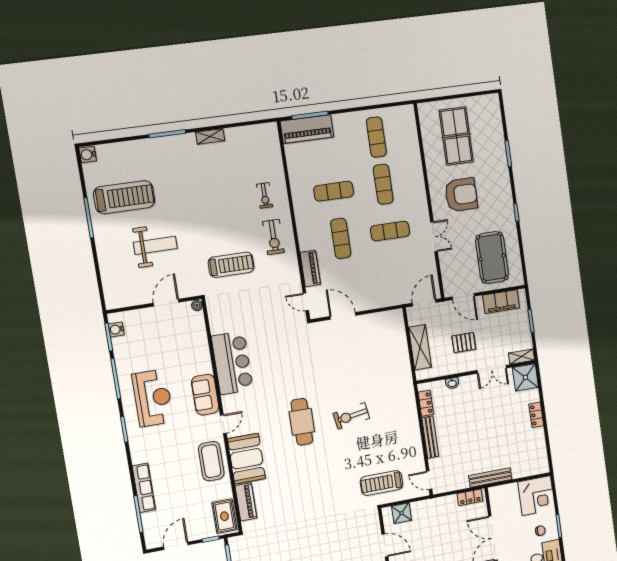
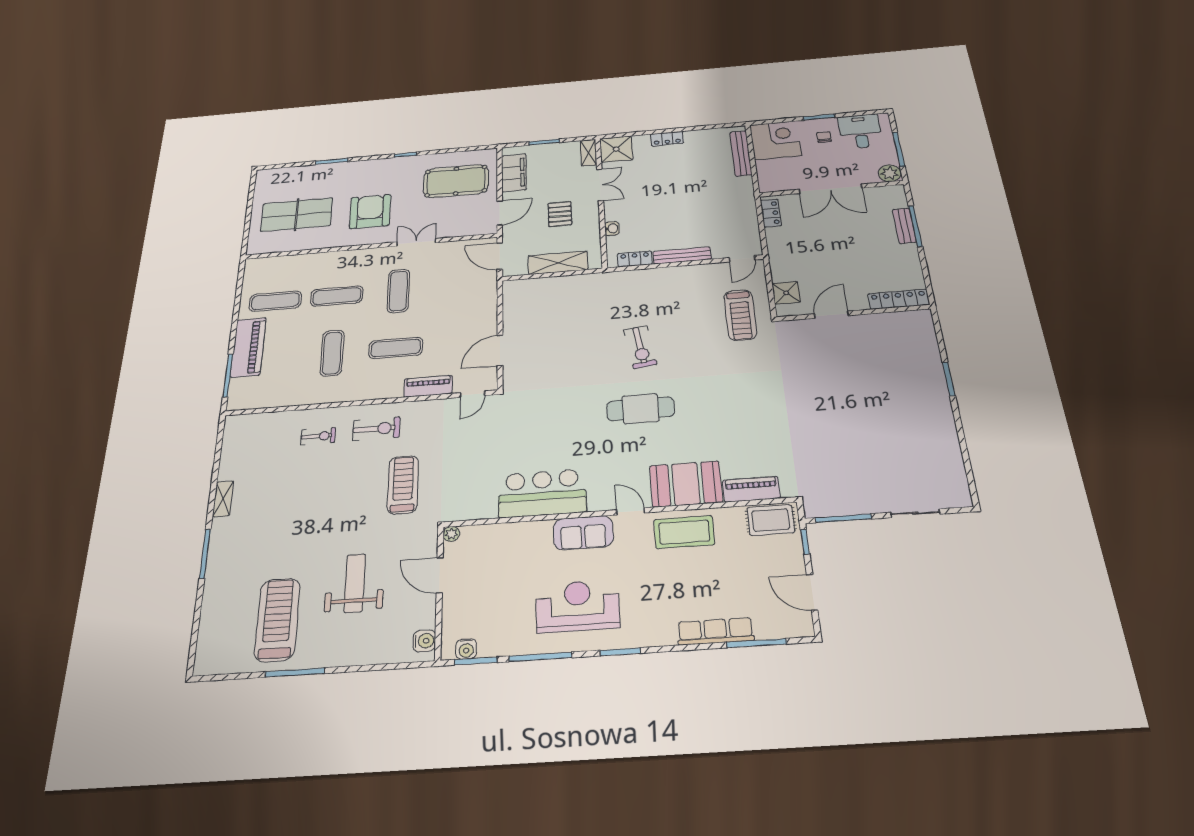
piano: (307, 129) -> (248, 347), moved
water cooler: (88, 155) -> (424, 641), moved, turned -90
bench: (490, 478) -> (741, 153), moved

